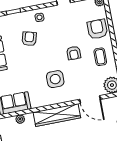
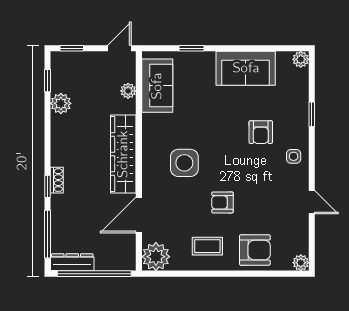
armchair: (29, 39) -> (261, 132), turned 75

